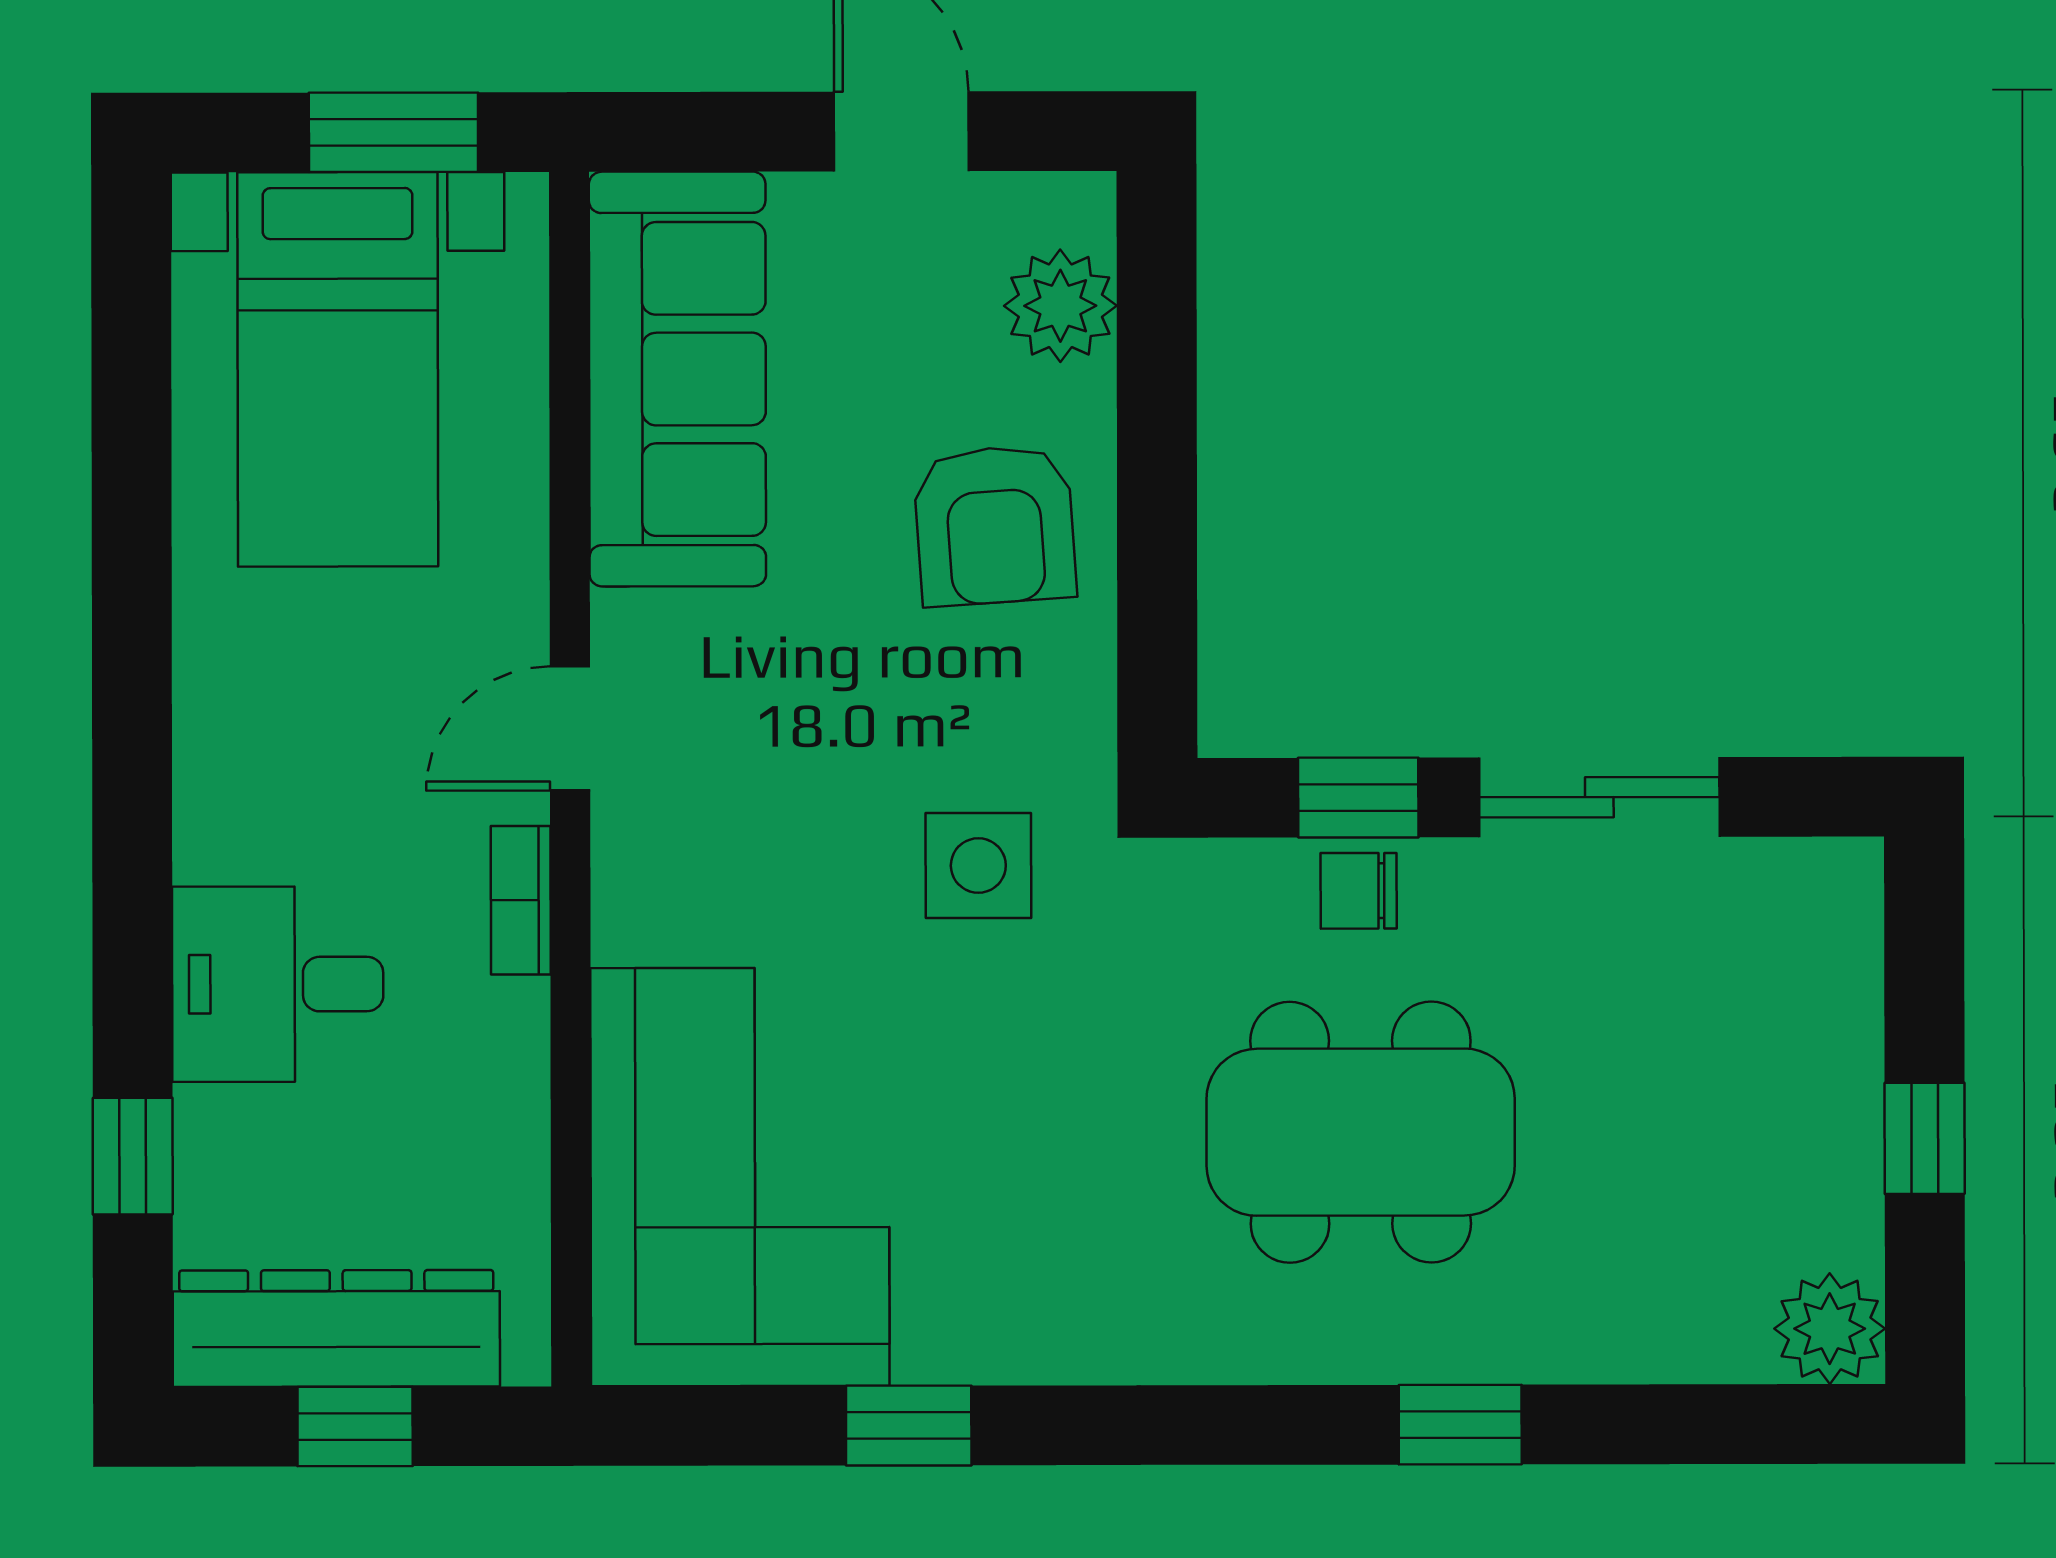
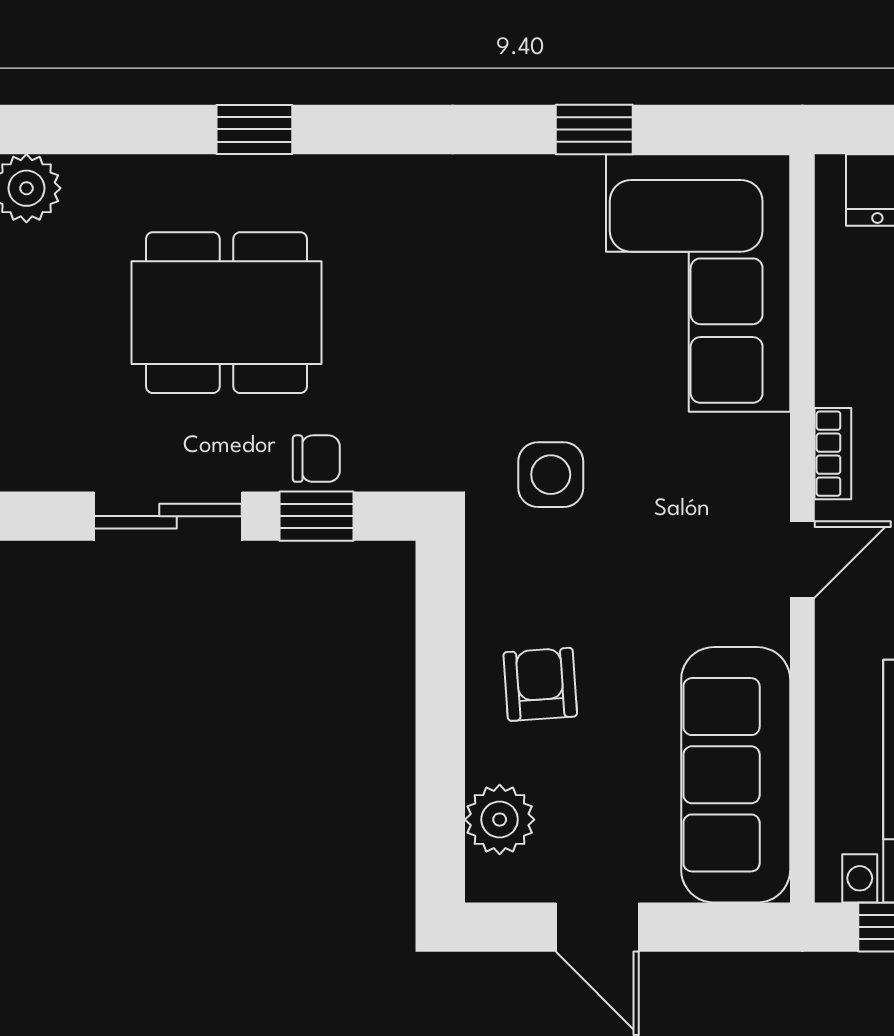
armchair: (995, 525) -> (540, 684), width x0.72, depth x0.72
dining table: (1361, 1132) -> (226, 313), moved

